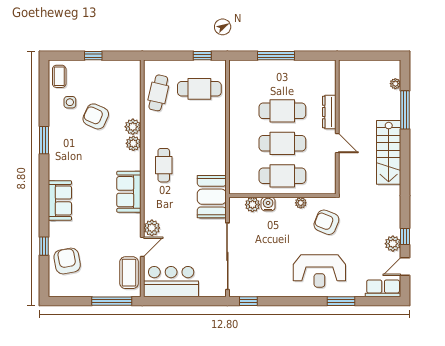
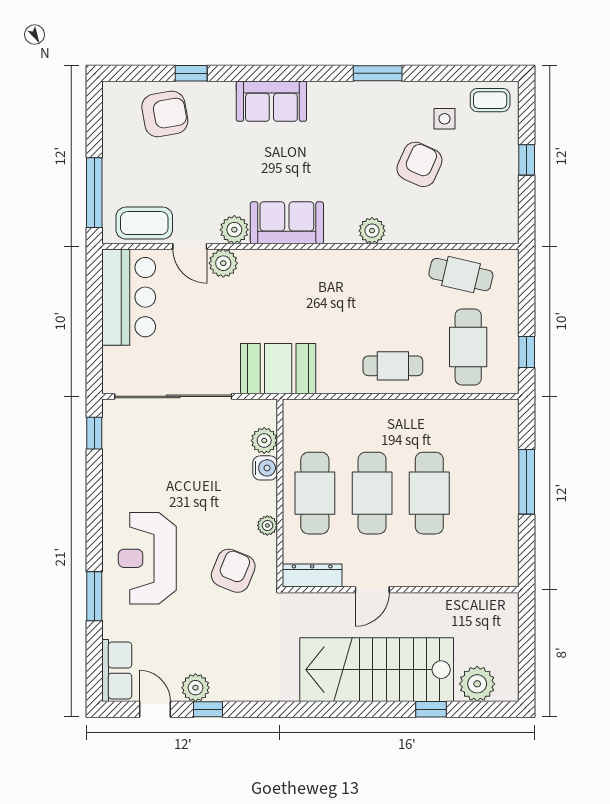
plant: (395, 84) -> (477, 684), width x1.87, depth x1.87
window: (405, 110) -> (431, 709), width x0.46
dresser: (329, 112) -> (312, 576), moved
plant: (133, 127) -> (234, 230), moved
stairs: (389, 152) -> (377, 670), width x1.36, depth x1.51
cafe table: (164, 165) -> (393, 366), moved

